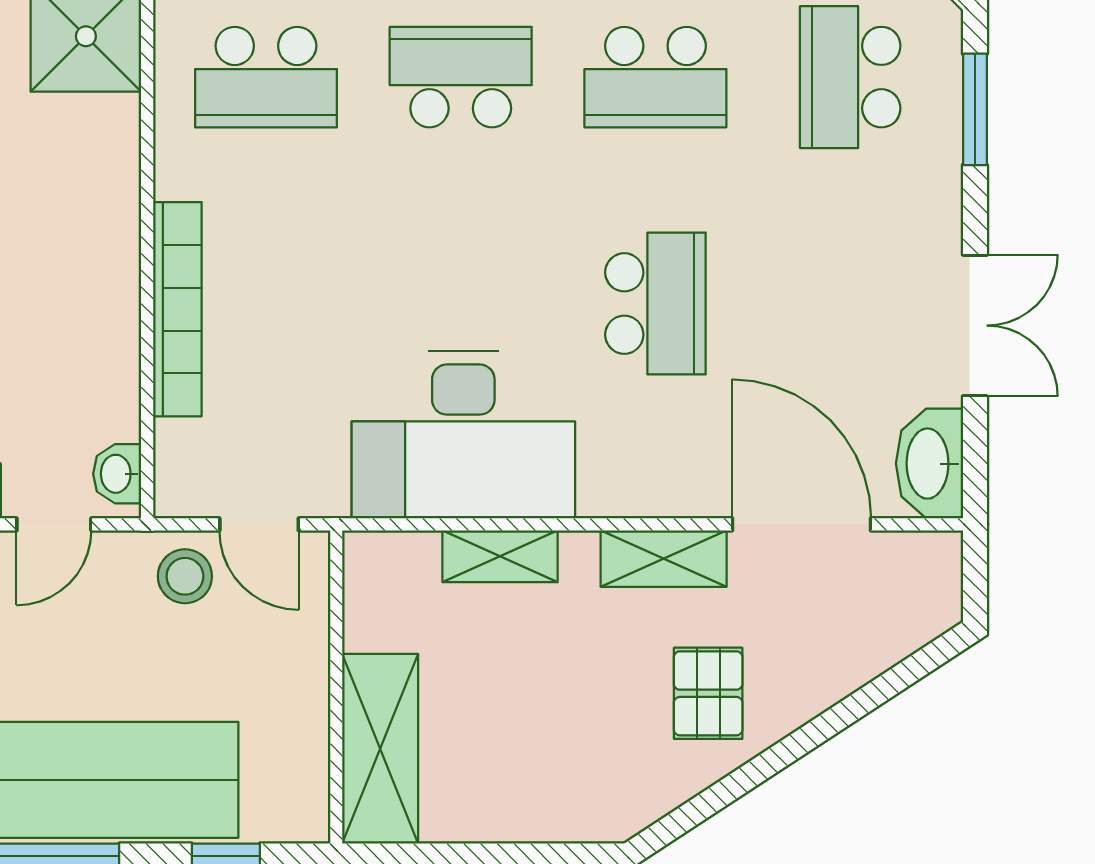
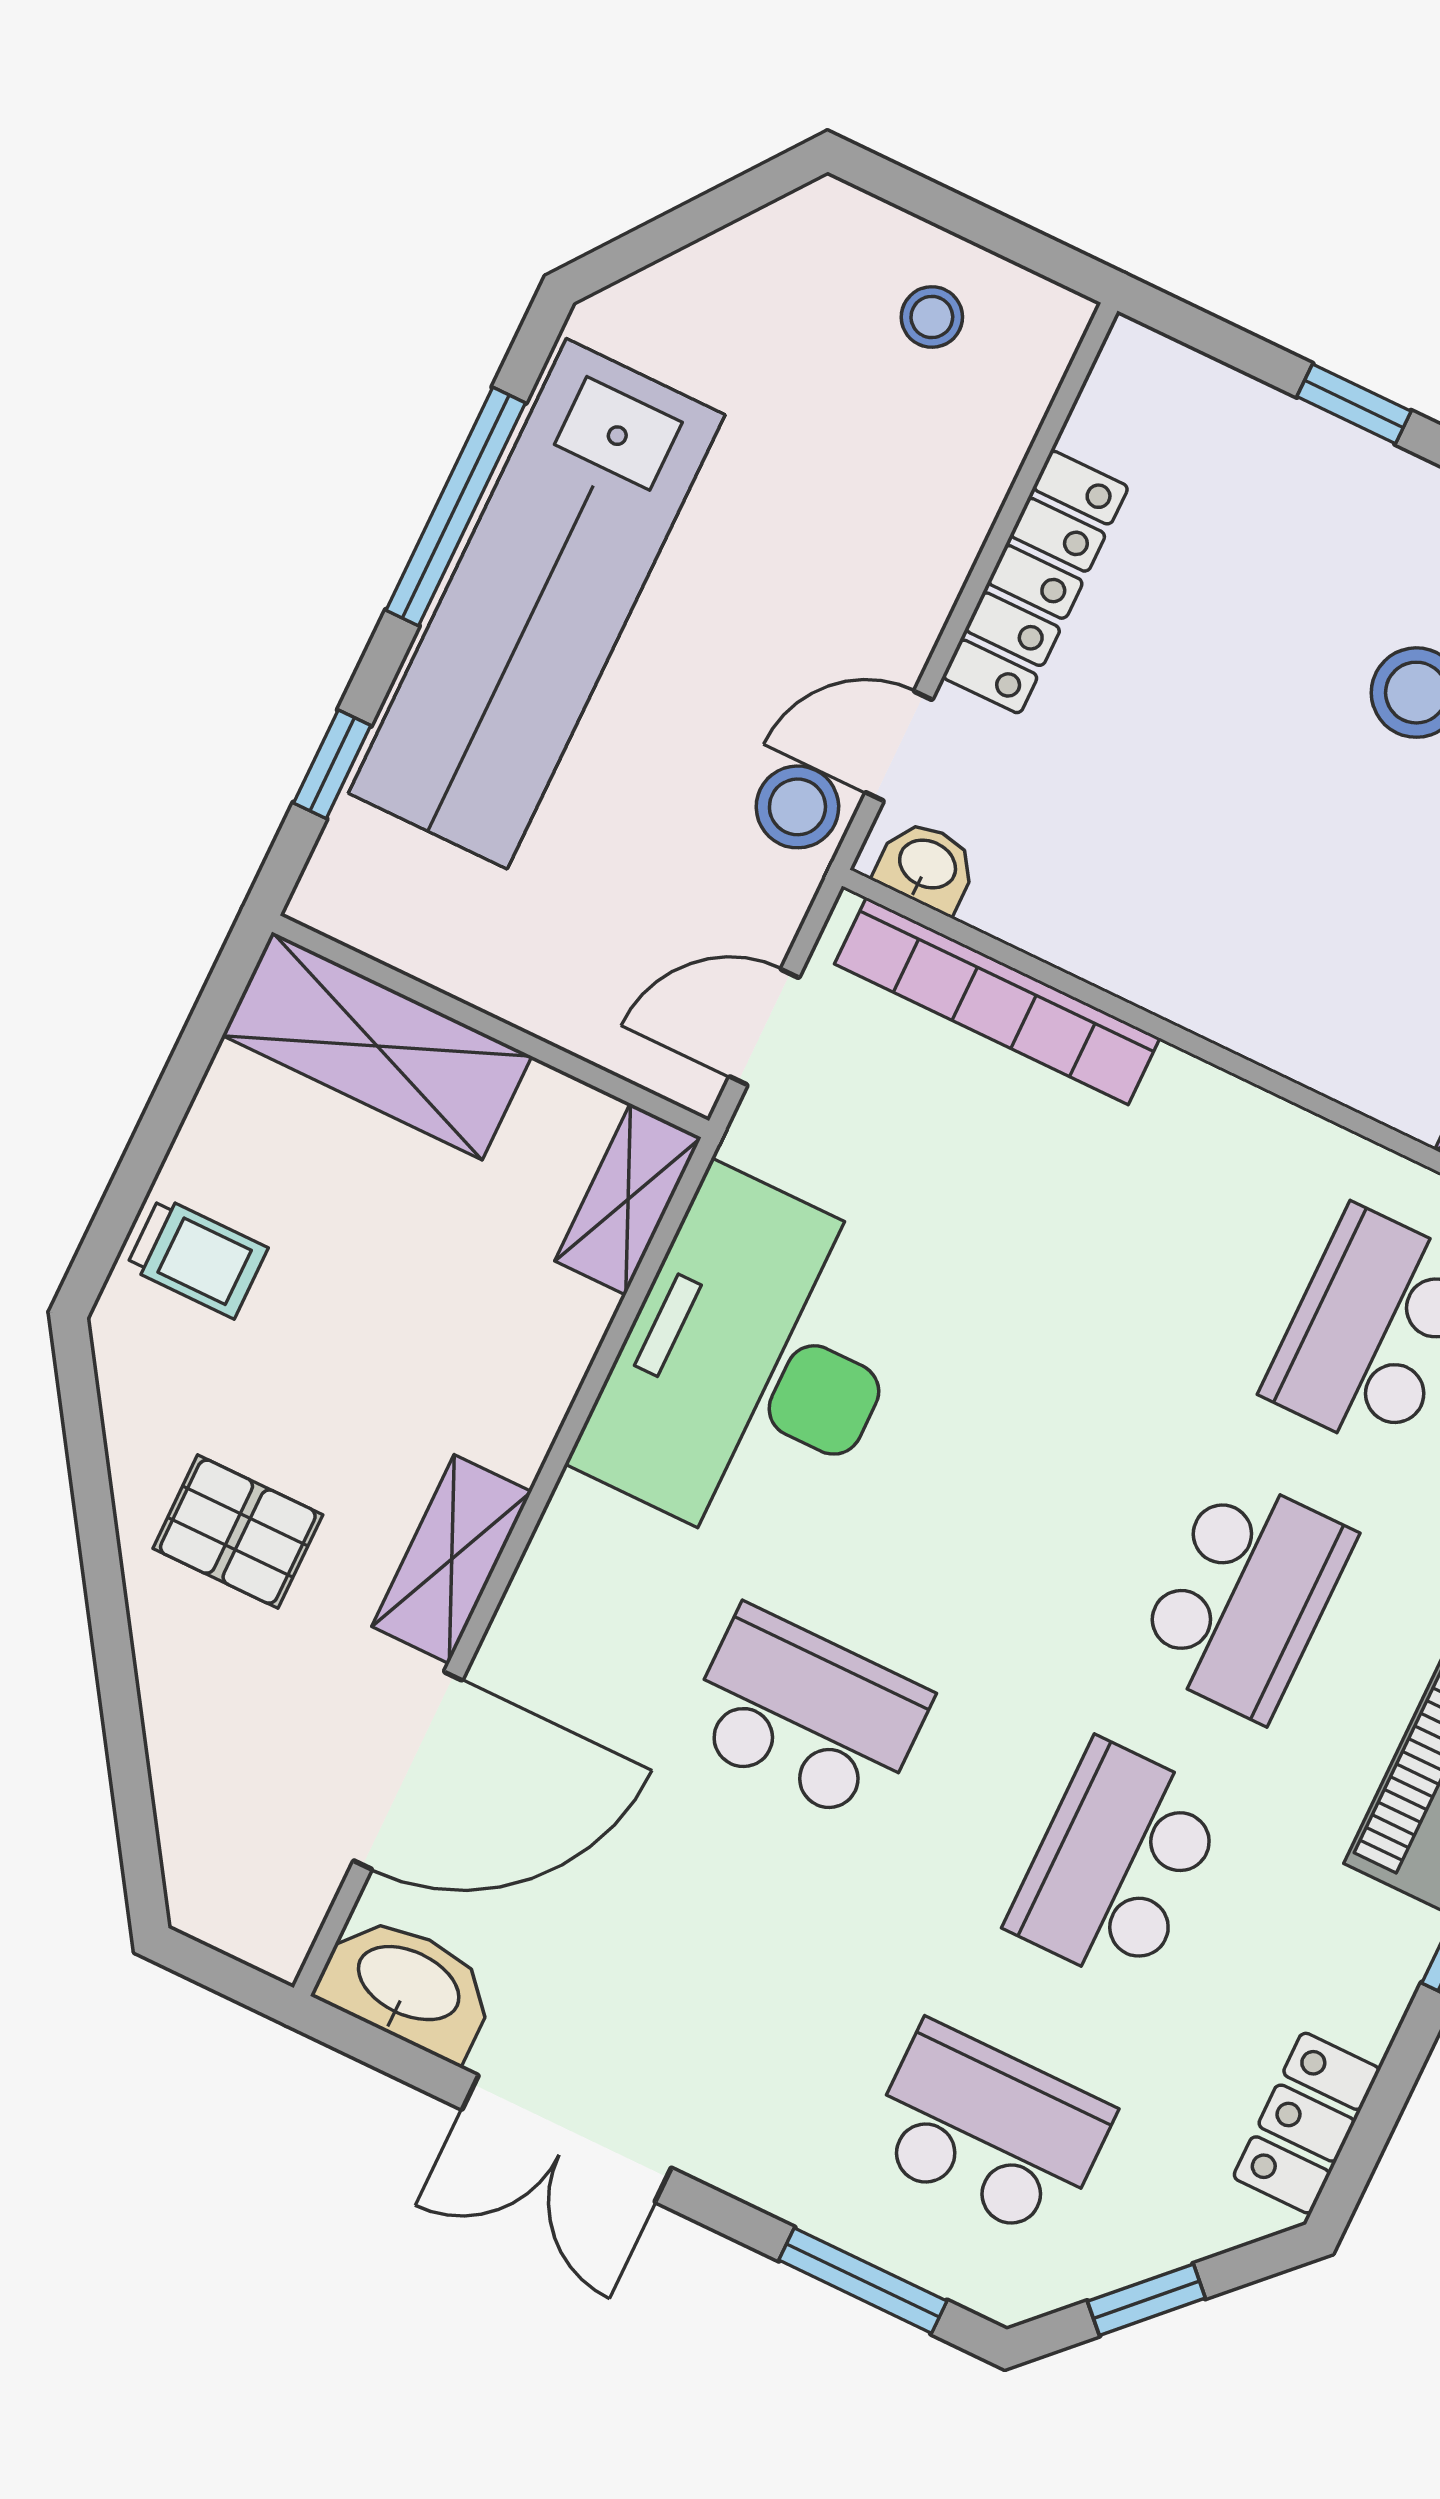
school desk: (655, 304) -> (807, 1715), turned 180
bookcase: (177, 309) -> (997, 1001), moved
door: (54, 524) -> (899, 746), hinge flipped
shelving: (500, 556) -> (628, 1199), moved
stool: (185, 576) -> (797, 807), moved
trolley: (557, 795) -> (197, 1258), added

